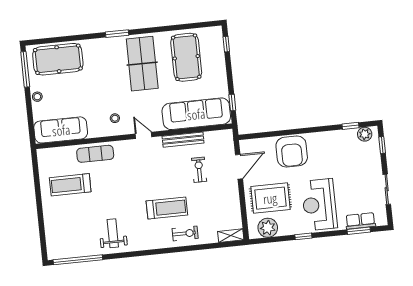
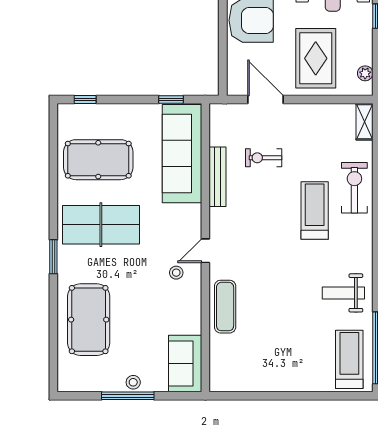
pool table: (58, 59) -> (89, 320), moved
window: (25, 69) -> (128, 396), moved
sofa: (61, 130) -> (185, 364), width x0.73
door: (144, 135) -> (205, 251), moved
treadmill: (70, 185) -> (349, 359), moved, turned 180
plant: (268, 228) -> (365, 73), width x0.53, depth x0.53
exercise bike: (185, 233) -> (354, 188), width x1.38, depth x1.39

